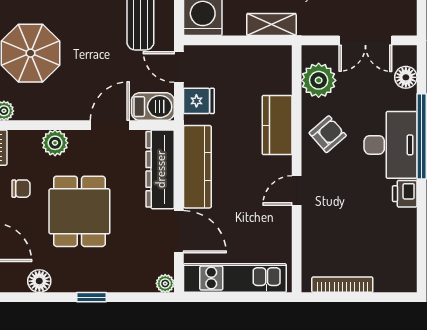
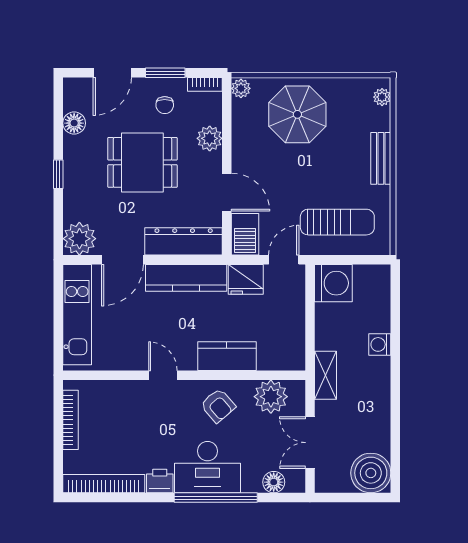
shelving: (271, 25) -> (325, 375), moved
fridge: (199, 101) -> (246, 279), width x1.38
bookcase: (407, 251) -> (104, 484), added
plant: (165, 283) -> (79, 239), width x1.87, depth x1.87

